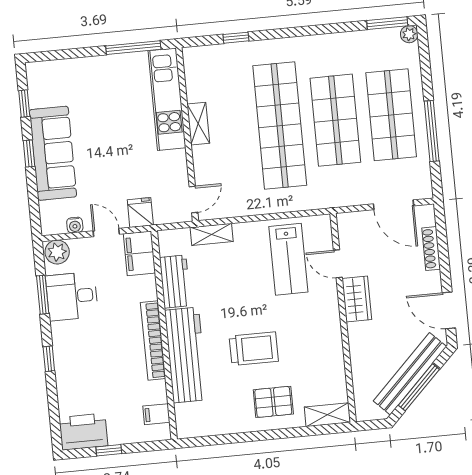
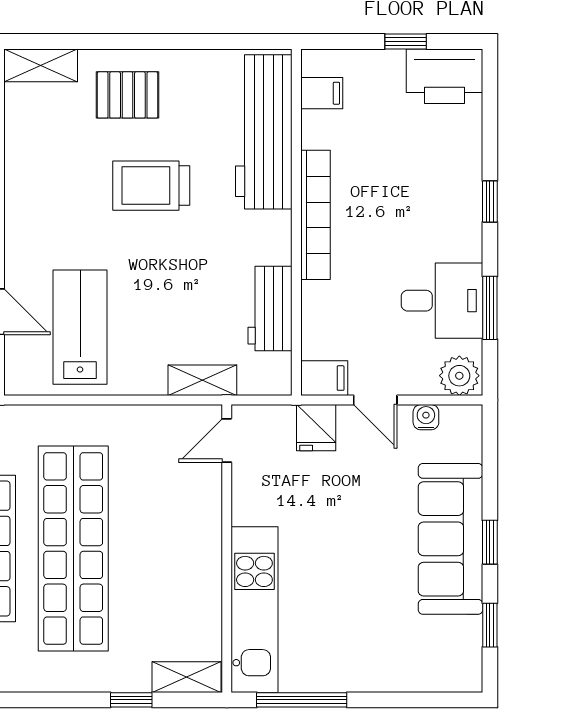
shelving: (198, 124) -> (186, 677), moved, turned 90
filing cabinet: (139, 253) -> (324, 378), width x0.50
workbench: (186, 355) -> (264, 132), moved

